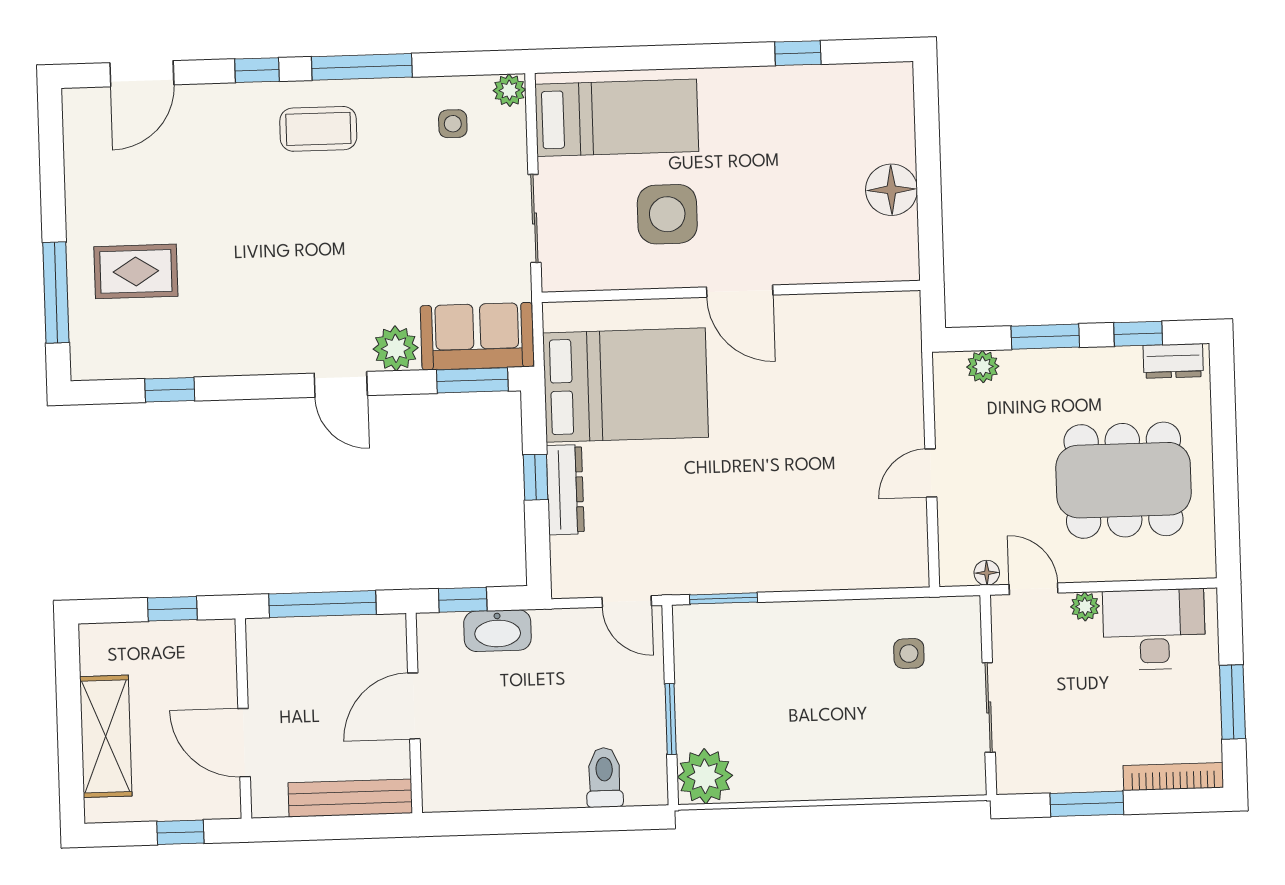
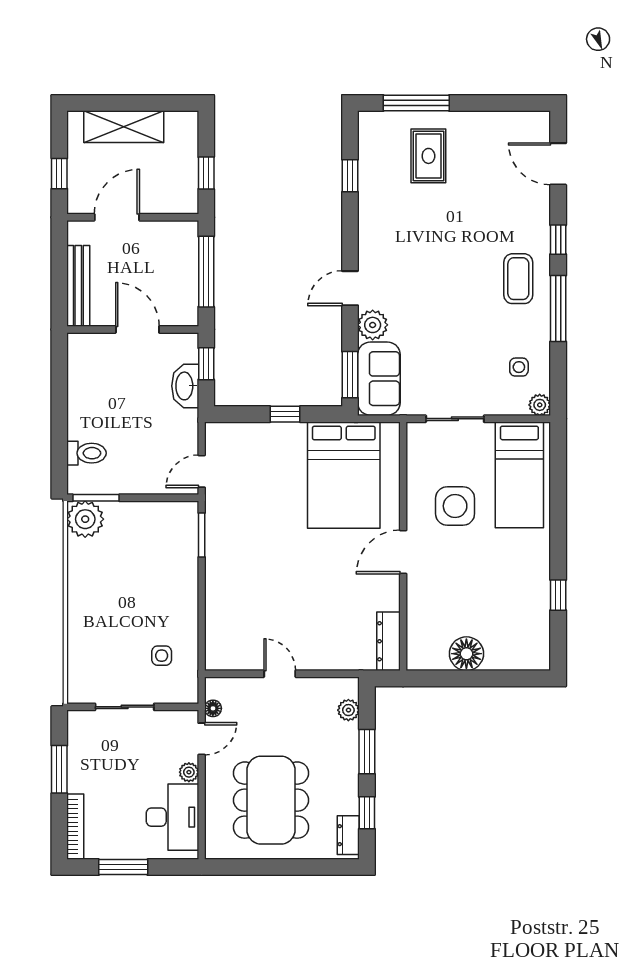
dresser: (565, 490) -> (388, 641), moved, turned 90
window: (671, 719) -> (96, 498), moved

